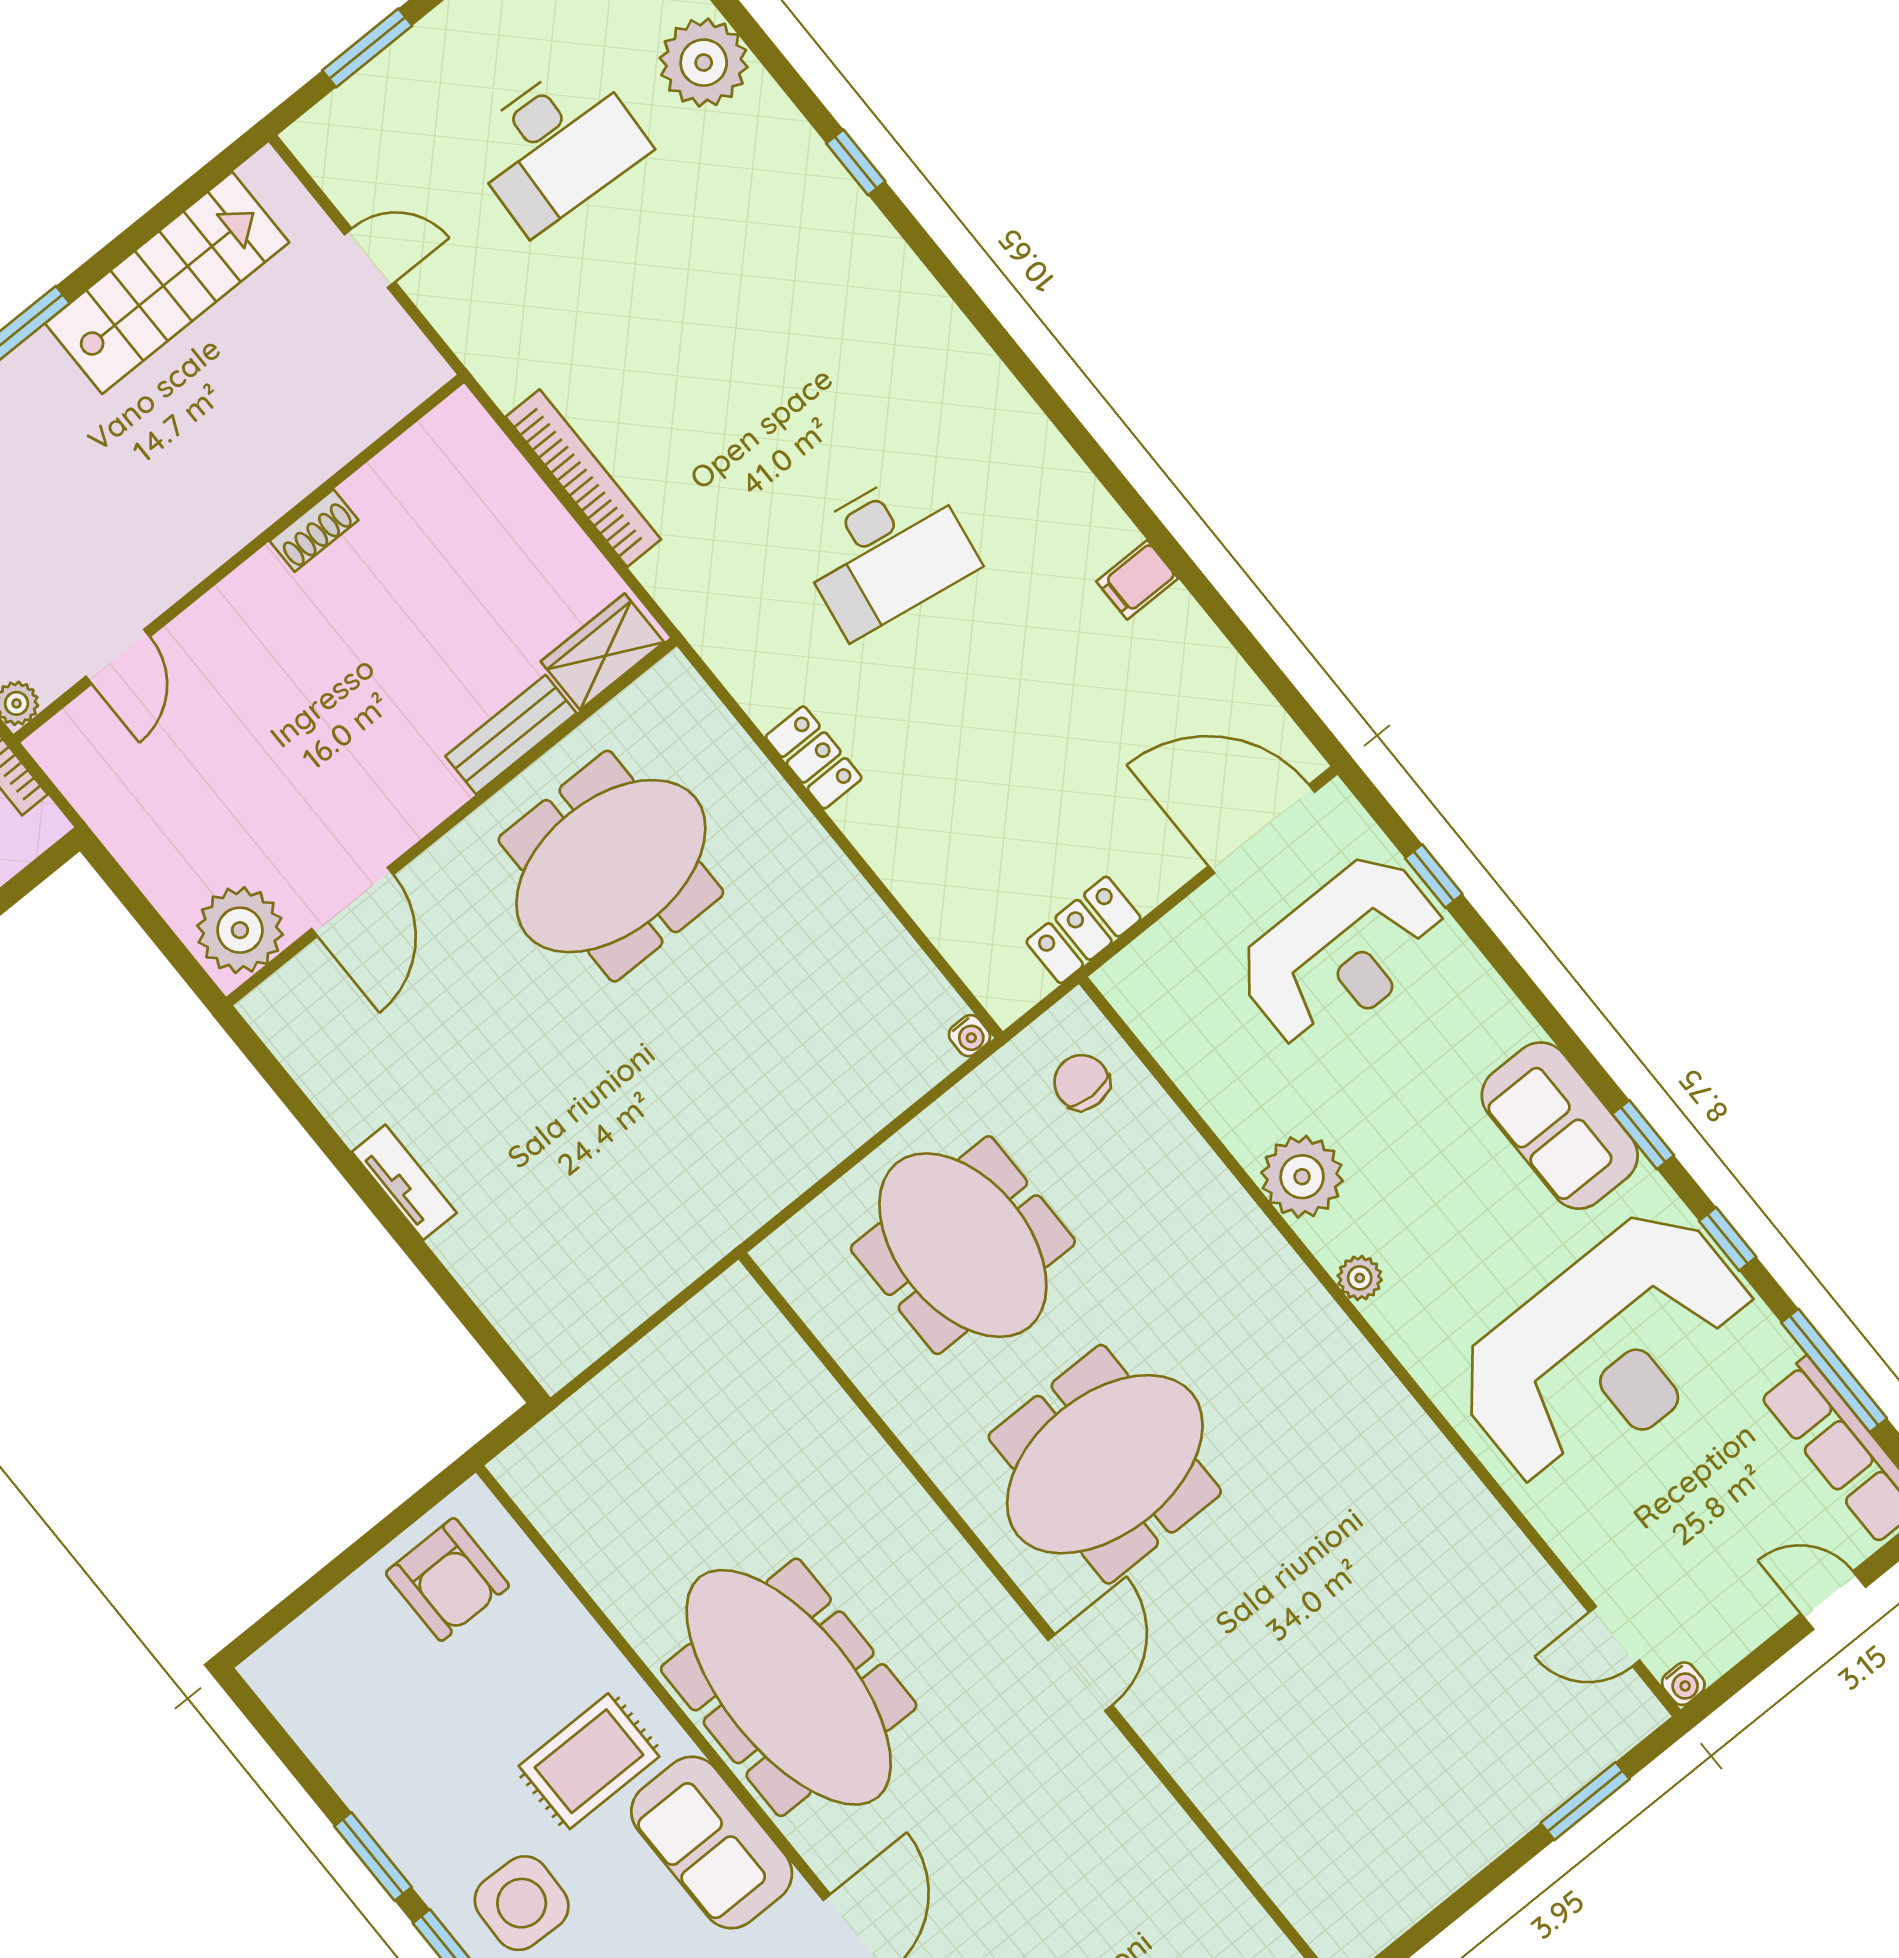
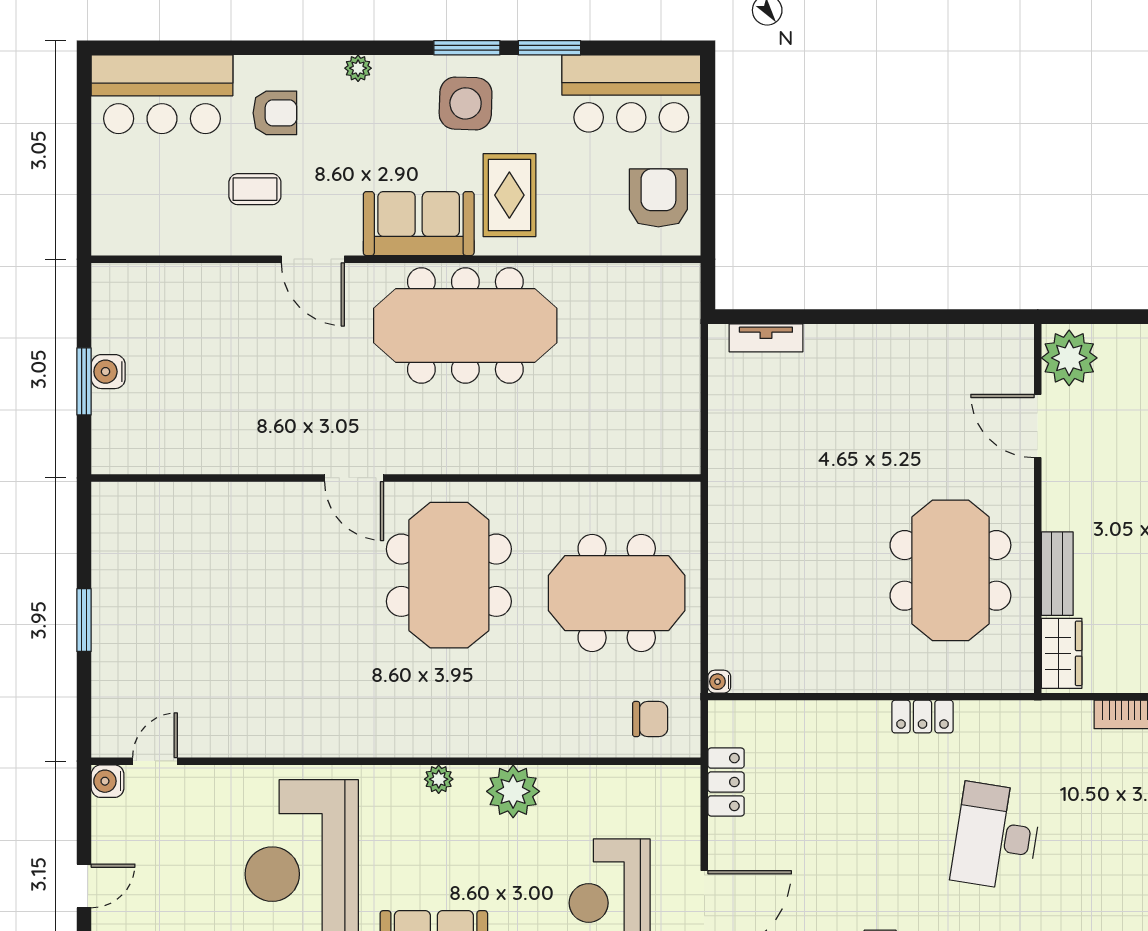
tv unit: (404, 1182) -> (766, 338), moved
armchair: (447, 1579) -> (658, 198), turned 90
water cooler: (1683, 1684) -> (108, 781), width x1.38, depth x1.38
bar counter: (348, 1714) -> (631, 93), added
window: (1585, 1801) -> (84, 620), moved

